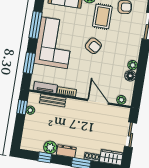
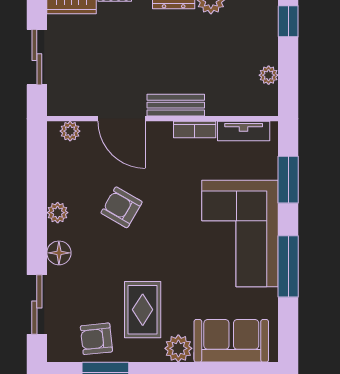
armchair: (93, 46) -> (122, 207), moved
floor lamp: (130, 76) -> (59, 253), moved
bench: (53, 100) -> (176, 105), moved
window: (22, 107) -> (288, 21), moved

